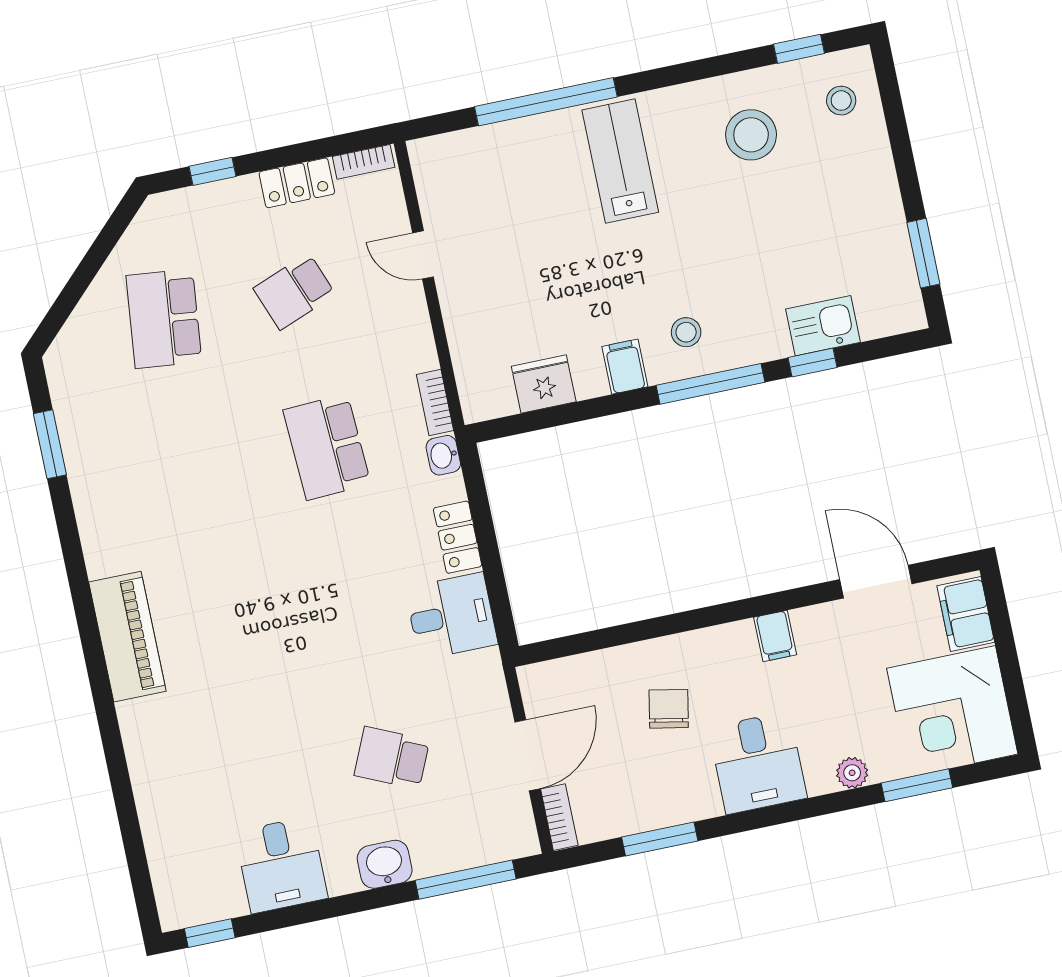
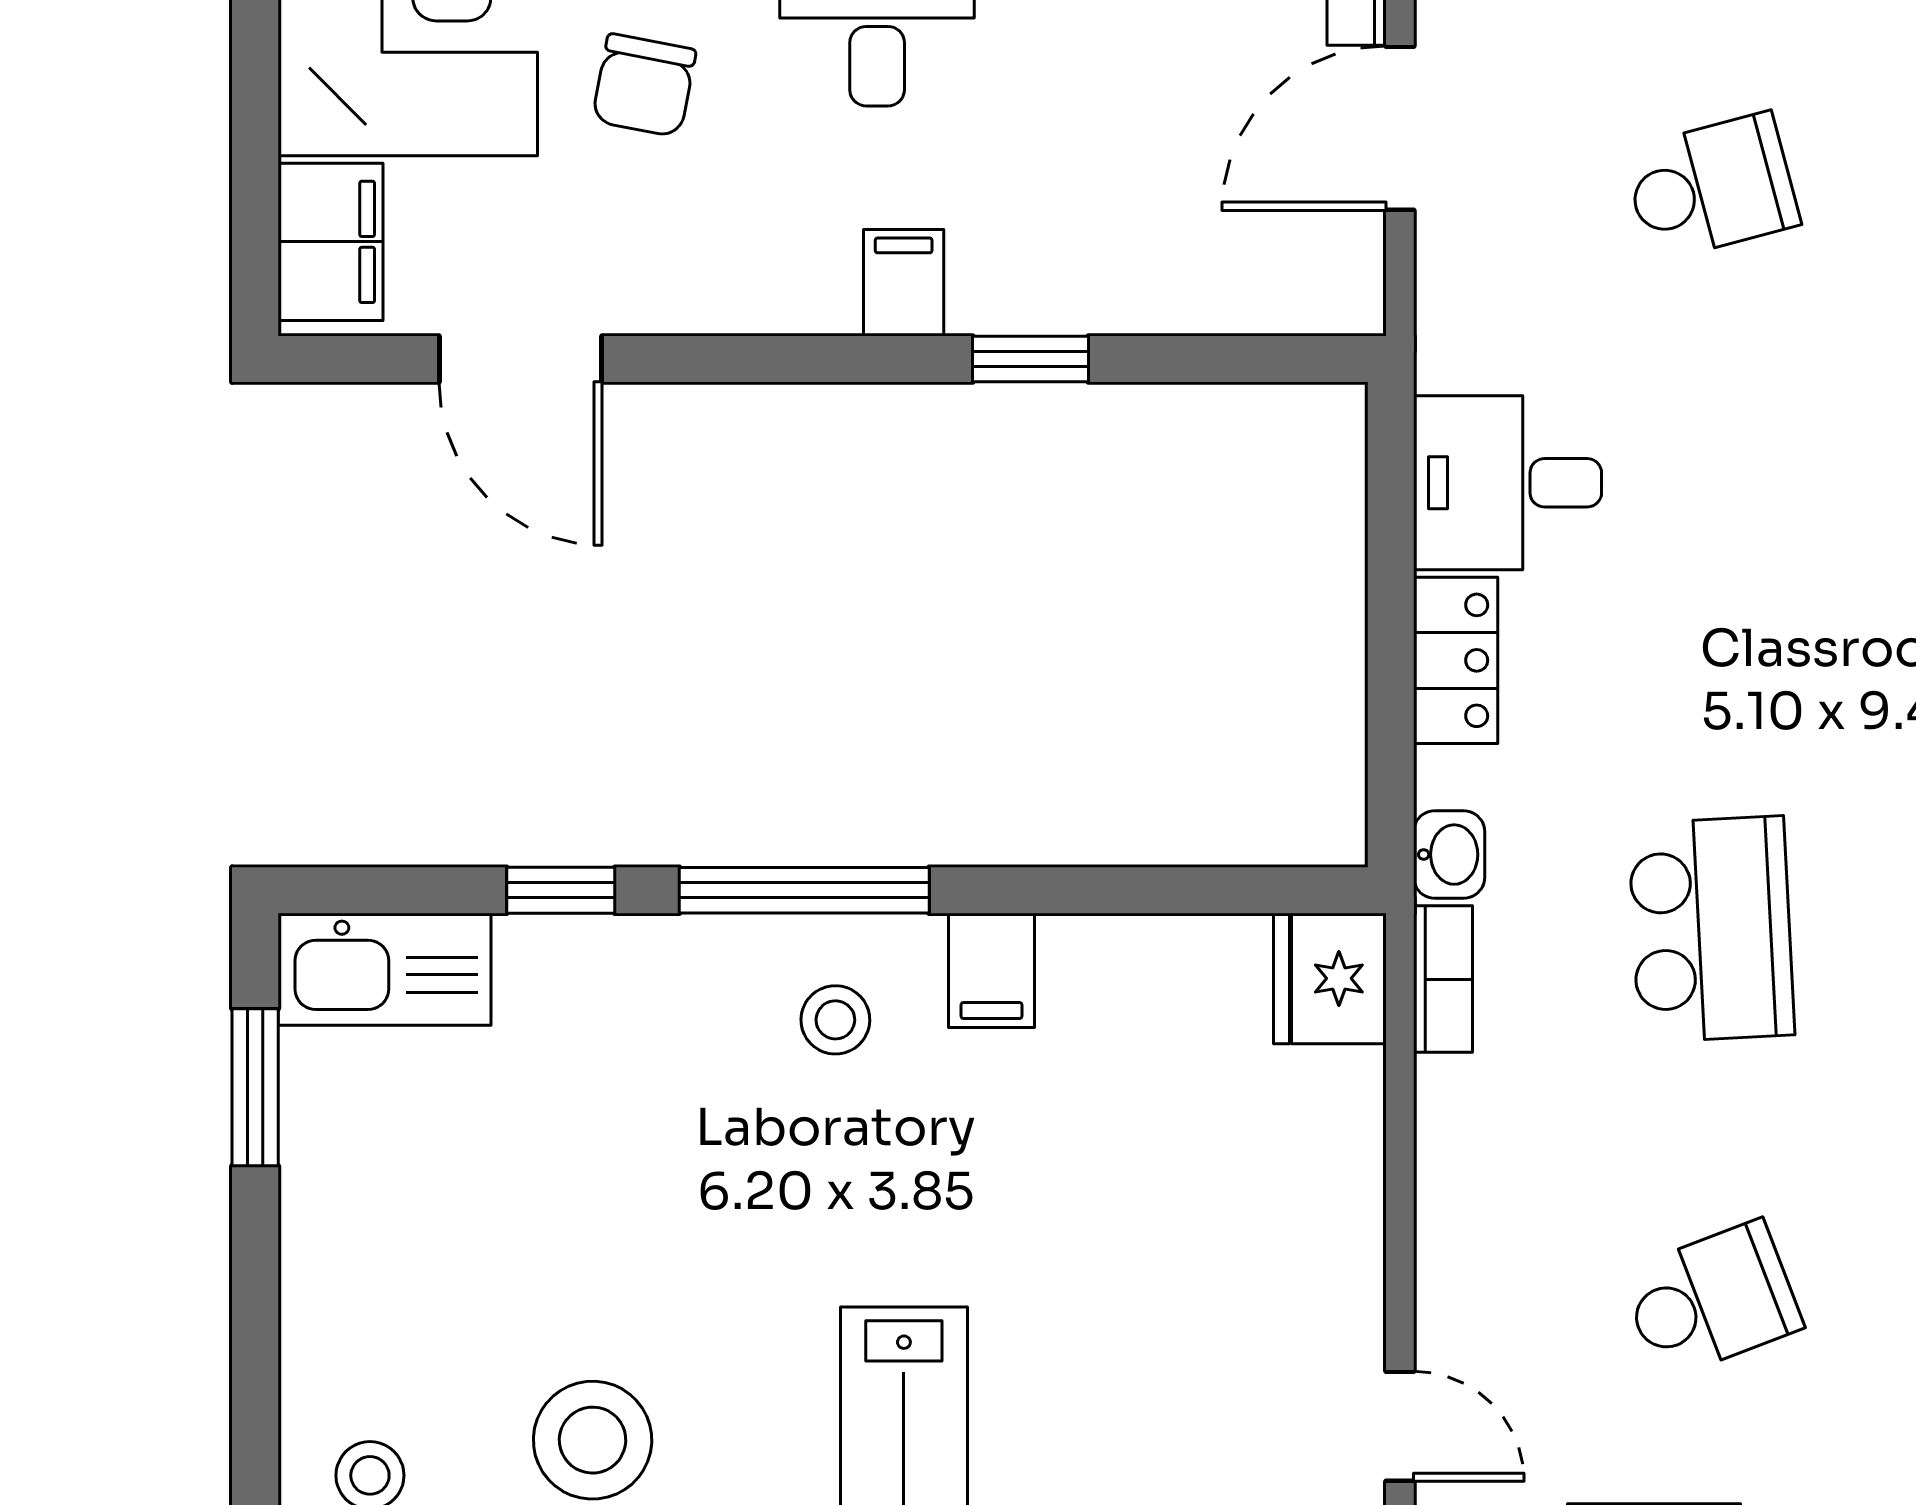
door: (423, 255) -> (1400, 1426), moved
kitchen sink: (823, 326) -> (384, 969), moved, width x1.38
fridge: (544, 384) -> (1330, 978), moved, turned 90
window: (662, 626) -> (1030, 359), added
filing cabinet: (775, 636) -> (904, 283), moved
chair: (669, 709) -> (644, 85), moved
school desk: (392, 758) -> (1711, 187), turned -39

